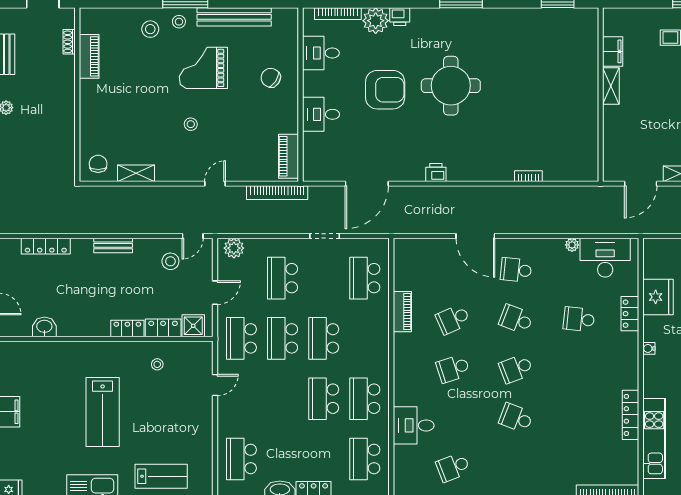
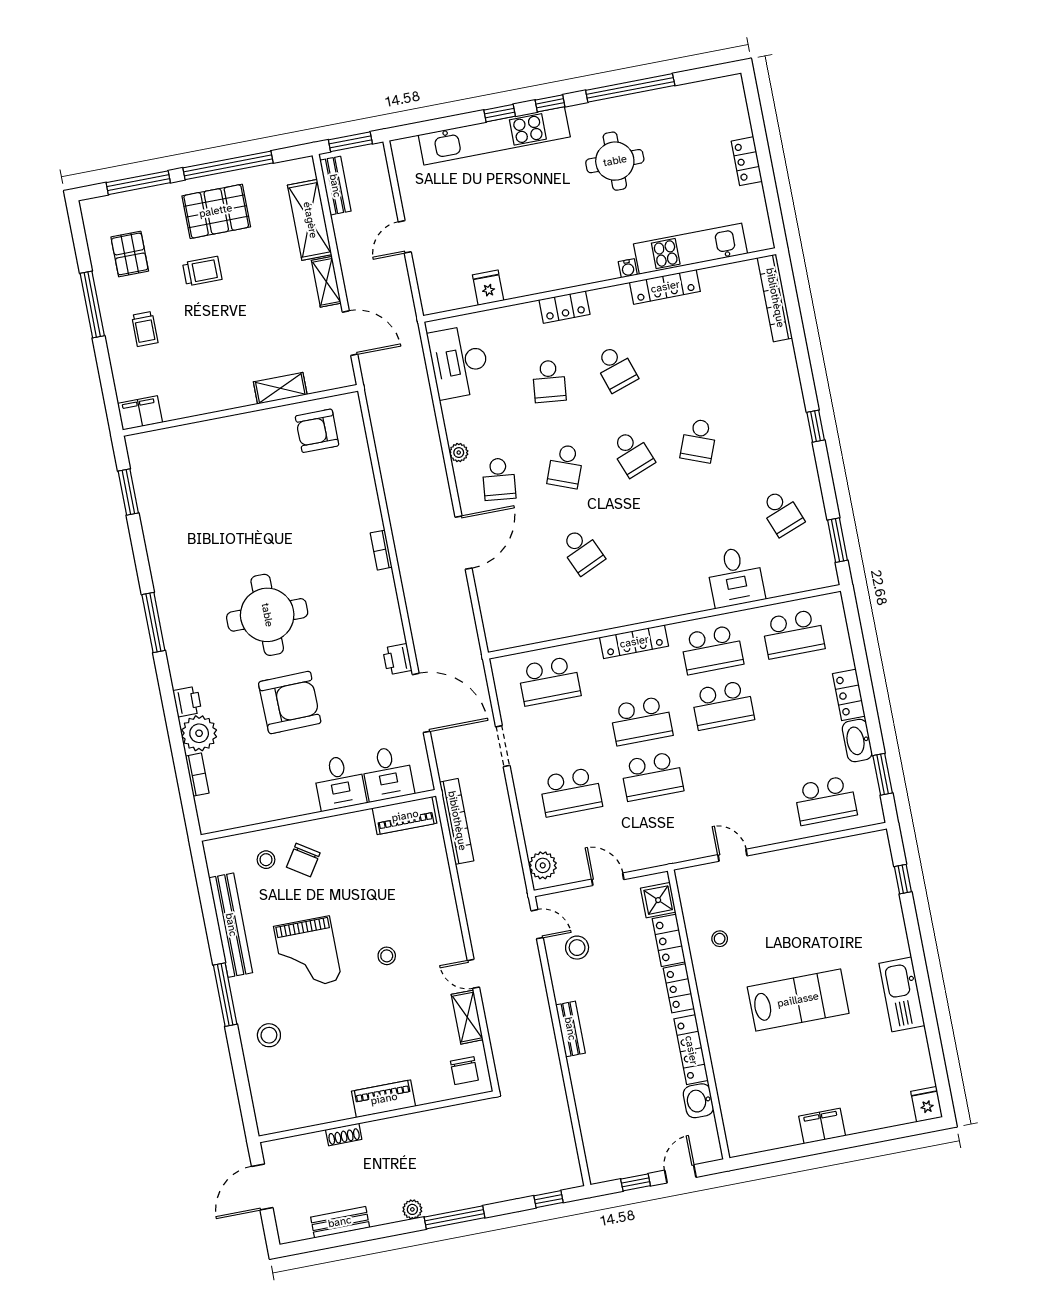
bookcase: (338, 14) -> (197, 775), width x0.64
stool: (179, 22) -> (266, 860), moved
shoe rack: (69, 42) -> (344, 1134), moved
filing cabinet: (613, 51) -> (140, 413), moved
desk: (321, 53) -> (388, 774), moved
piano: (89, 56) -> (384, 1099), moved
shelving: (611, 86) -> (280, 388), moved
armchair: (385, 90) -> (290, 703), turned 89
armchair: (575, 147) -> (317, 431), added
chair: (98, 164) -> (464, 1071), turned -90
printer: (436, 172) -> (397, 659), moved
bookcase: (528, 176) -> (381, 550), moved
door: (215, 184) -> (473, 974), moved
plant: (572, 245) -> (459, 453), moved
locker: (46, 246) -> (691, 1050), moved, turned 180
fridge: (658, 297) -> (488, 288), width x0.53, depth x0.75
piano: (402, 312) -> (585, 622), removed
locker: (630, 314) -> (564, 307), moved
school desk: (241, 338) -> (663, 832), removed
locker: (381, 344) -> (634, 642), added
water cooler: (649, 348) -> (628, 268), moved
school desk: (453, 369) -> (616, 368), moved
lab bench: (161, 476) -> (870, 904), removed

